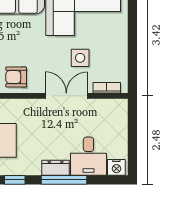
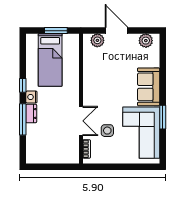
armchair: (16, 77) -> (94, 86), removed
desk: (88, 156) -> (39, 136), removed
nightstand: (116, 167) -> (31, 97), moved

